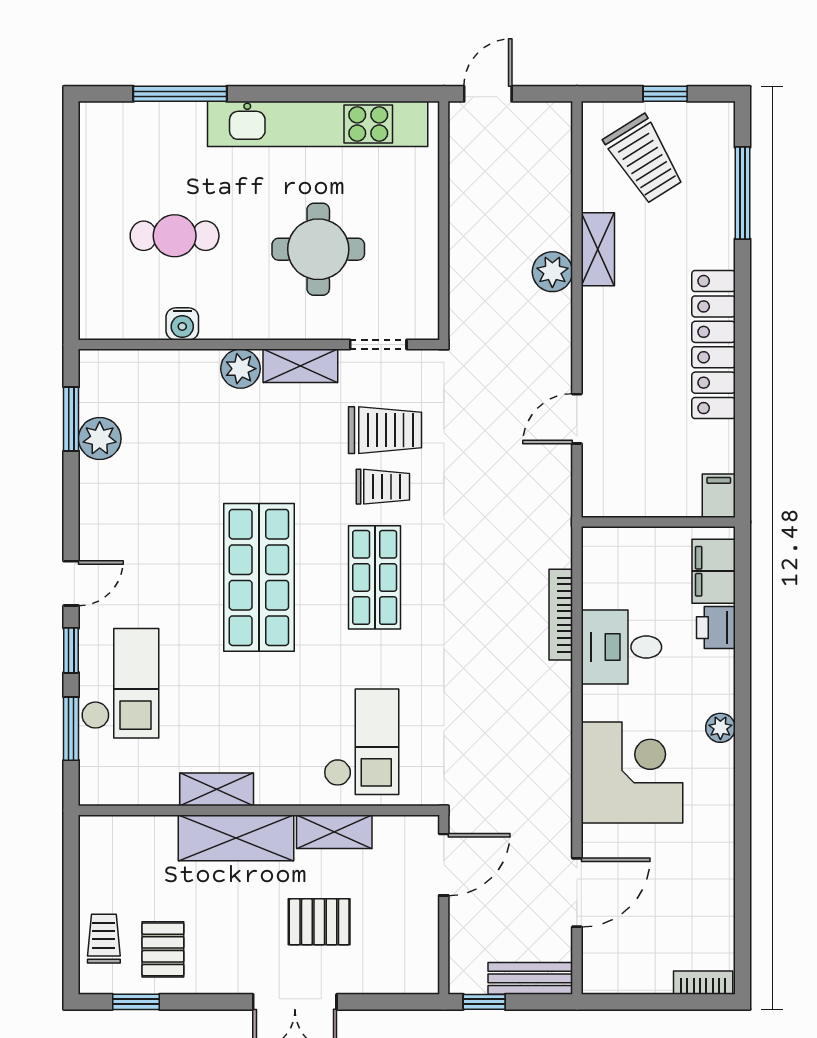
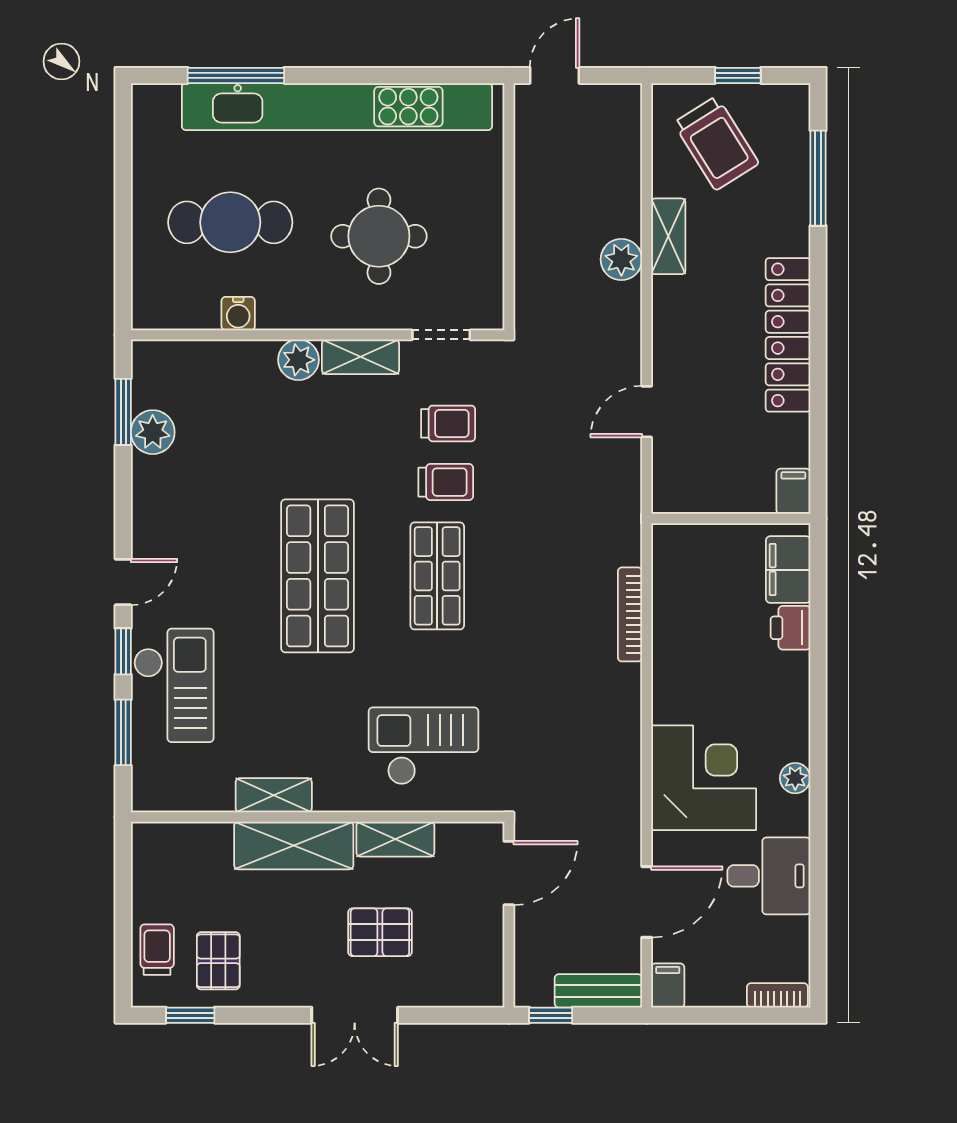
kitchen unit: (318, 124) -> (337, 107), width x1.36
cafe table: (175, 236) -> (230, 222), width x1.37, depth x1.35
trolley: (385, 430) -> (448, 423), width x0.73, depth x0.72
desk: (621, 647) -> (769, 876), moved, turned 180
plant: (720, 728) -> (795, 778), moved
checkout: (361, 742) -> (424, 746), turned -90
filing cabinet: (597, 973) -> (668, 985), added

